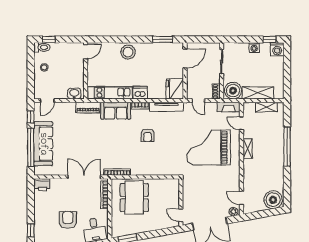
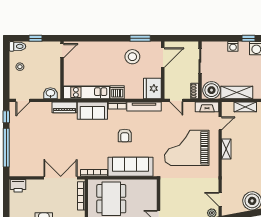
window: (49, 39) -> (36, 38), moved
stool: (128, 52) -> (132, 57), moved
door: (242, 123) -> (220, 123), swing flipped
sofa: (43, 144) -> (131, 167), moved, turned -90

